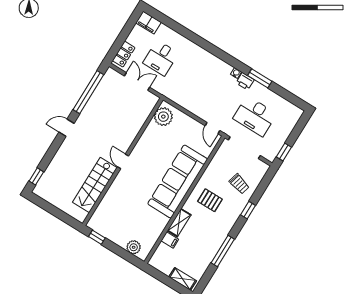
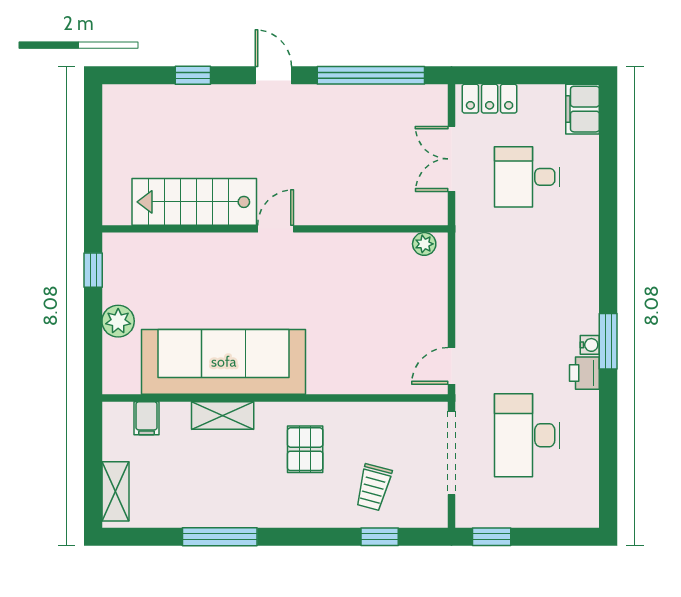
window: (260, 78) -> (608, 341), moved
double door: (137, 82) -> (452, 159), swing flipped
plant: (163, 117) -> (424, 244), width x0.53, depth x0.53
window: (36, 176) -> (193, 75), moved
sofa: (178, 181) -> (224, 362), moved
window: (248, 210) -> (380, 537), moved
filing cabinet: (170, 240) -> (147, 418), moved
plant: (134, 247) -> (118, 321), moved

